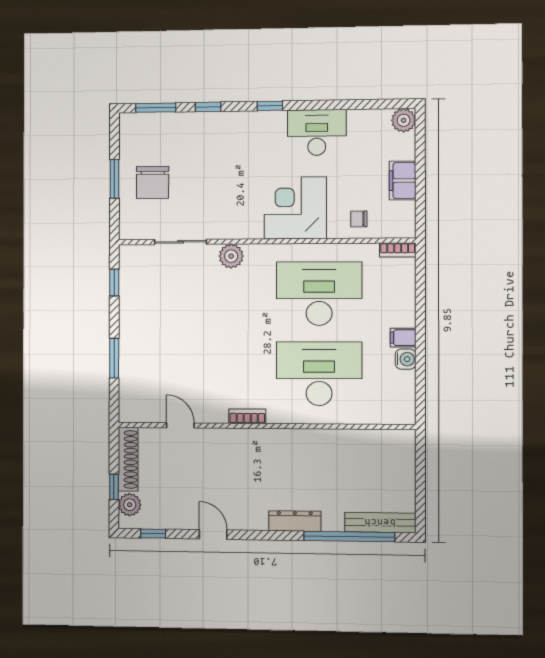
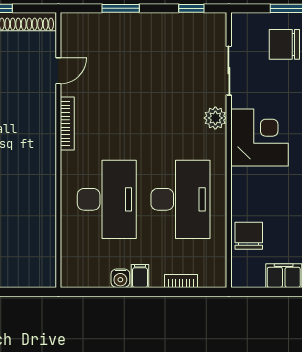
corner desk: (295, 208) -> (259, 137), moved
chair: (359, 219) -> (249, 236), width x1.87, depth x1.87
bookcase: (398, 250) -> (181, 281), moved, turned 90
bookcase: (247, 416) -> (67, 123), width x1.56

